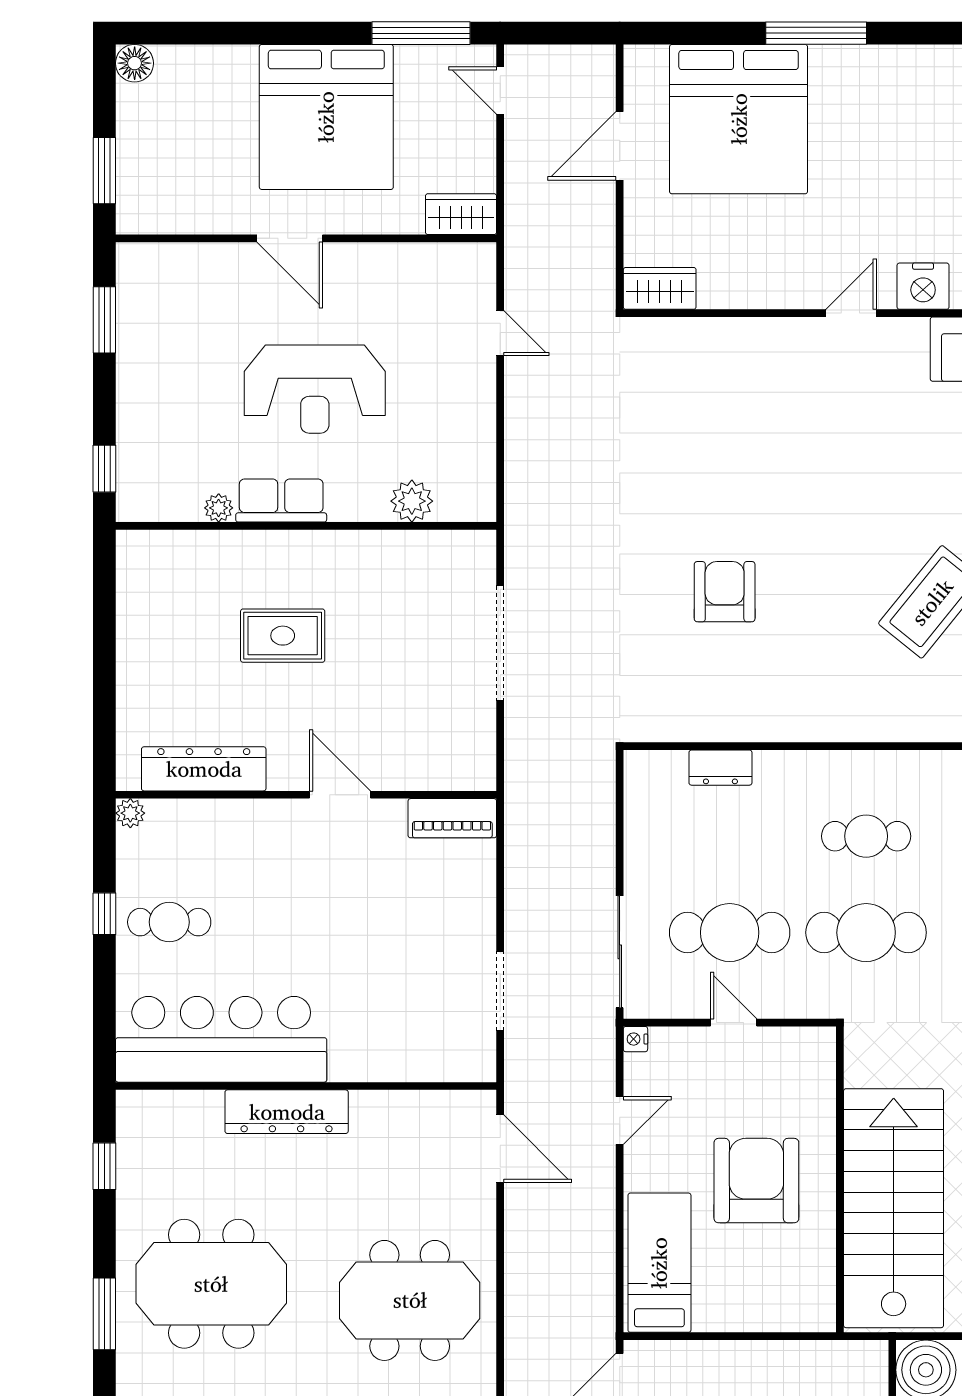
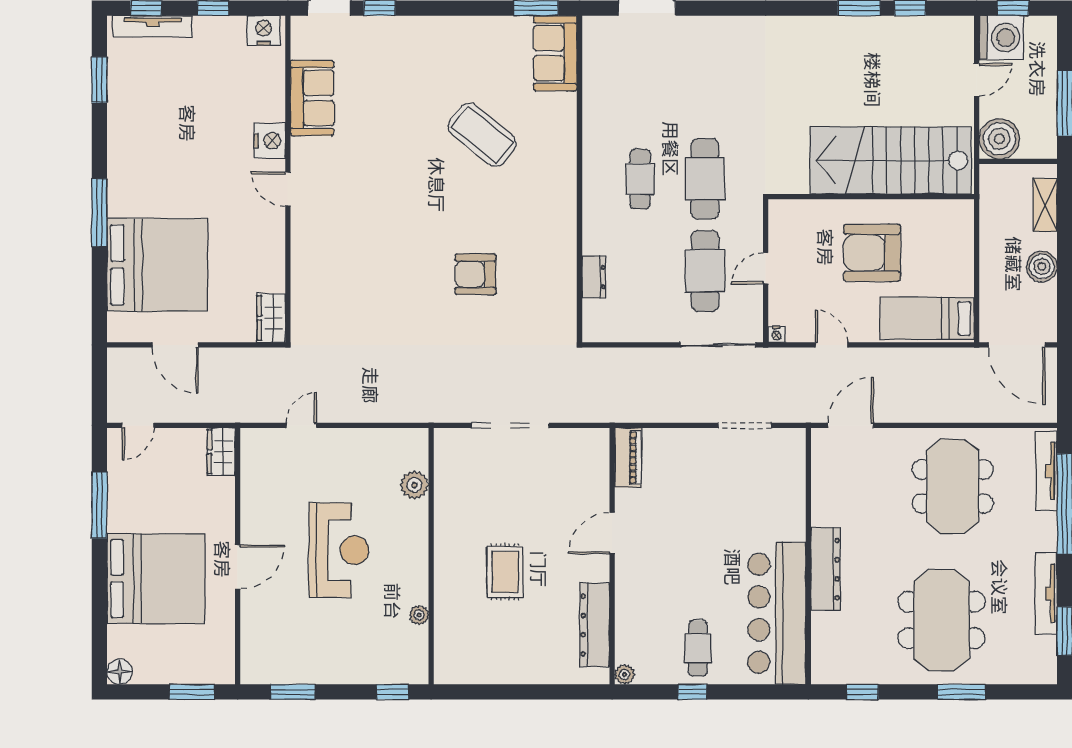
window: (421, 33) -> (99, 505), moved
bed: (326, 117) -> (156, 579), moved
row of seats: (281, 501) -> (414, 573), removed

